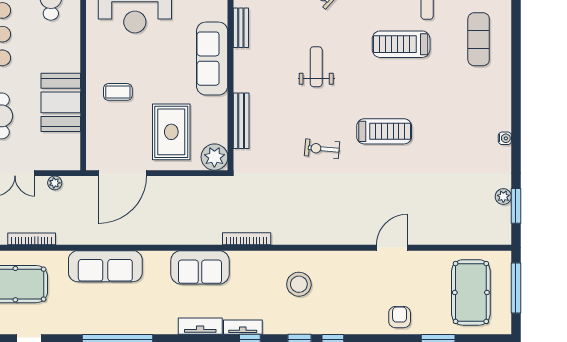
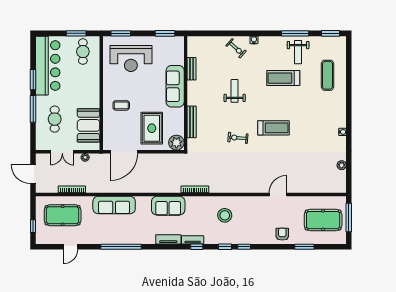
booth: (61, 102) -> (89, 125), moved
window: (516, 206) -> (349, 171), removed
pool table: (471, 292) -> (323, 220), turned 90

